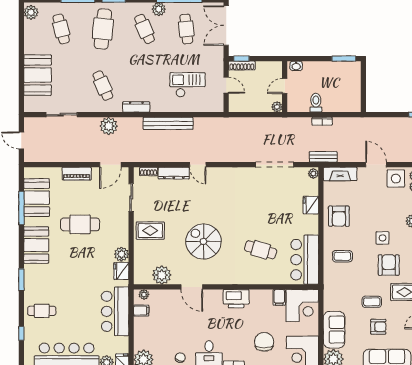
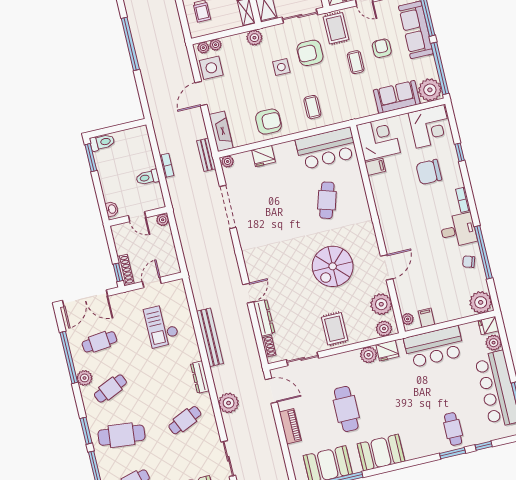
toilet: (355, 71) -> (102, 142), added
plant: (141, 272) -> (384, 329), added
window: (21, 280) -> (453, 453), moved
printer: (236, 299) -> (388, 215), removed

